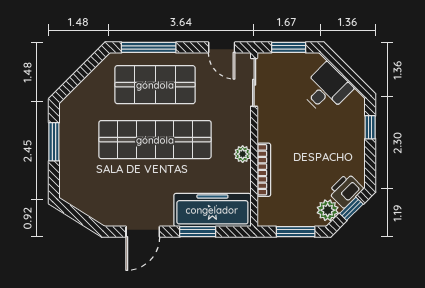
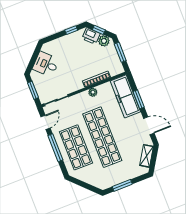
window: (149, 47) -> (55, 148), moved
window: (370, 127) -> (71, 30), moved
shelving: (90, 206) -> (147, 156), added

